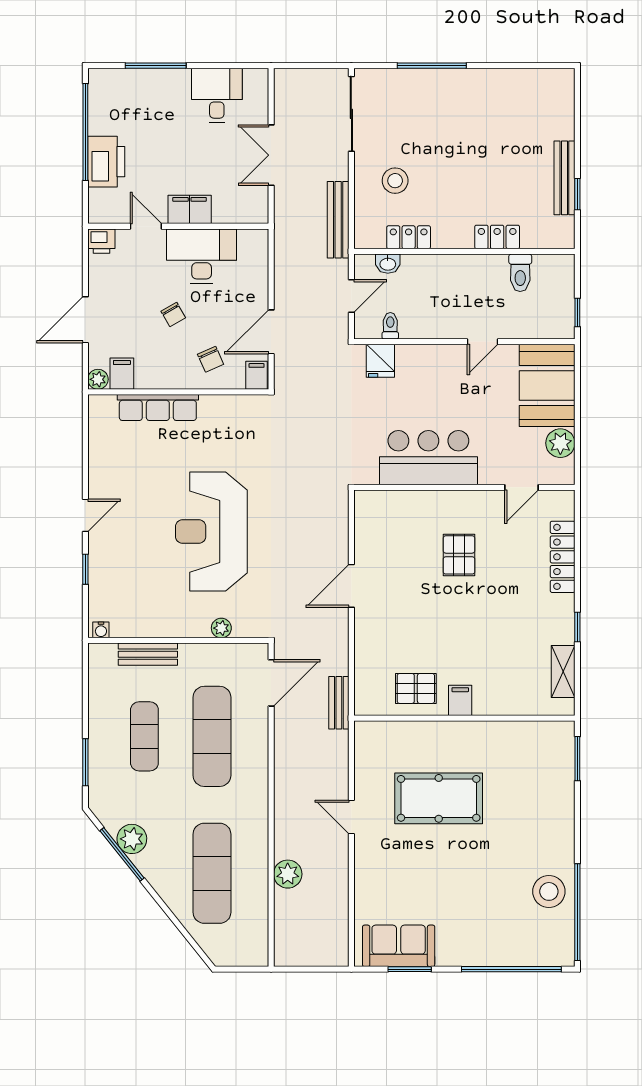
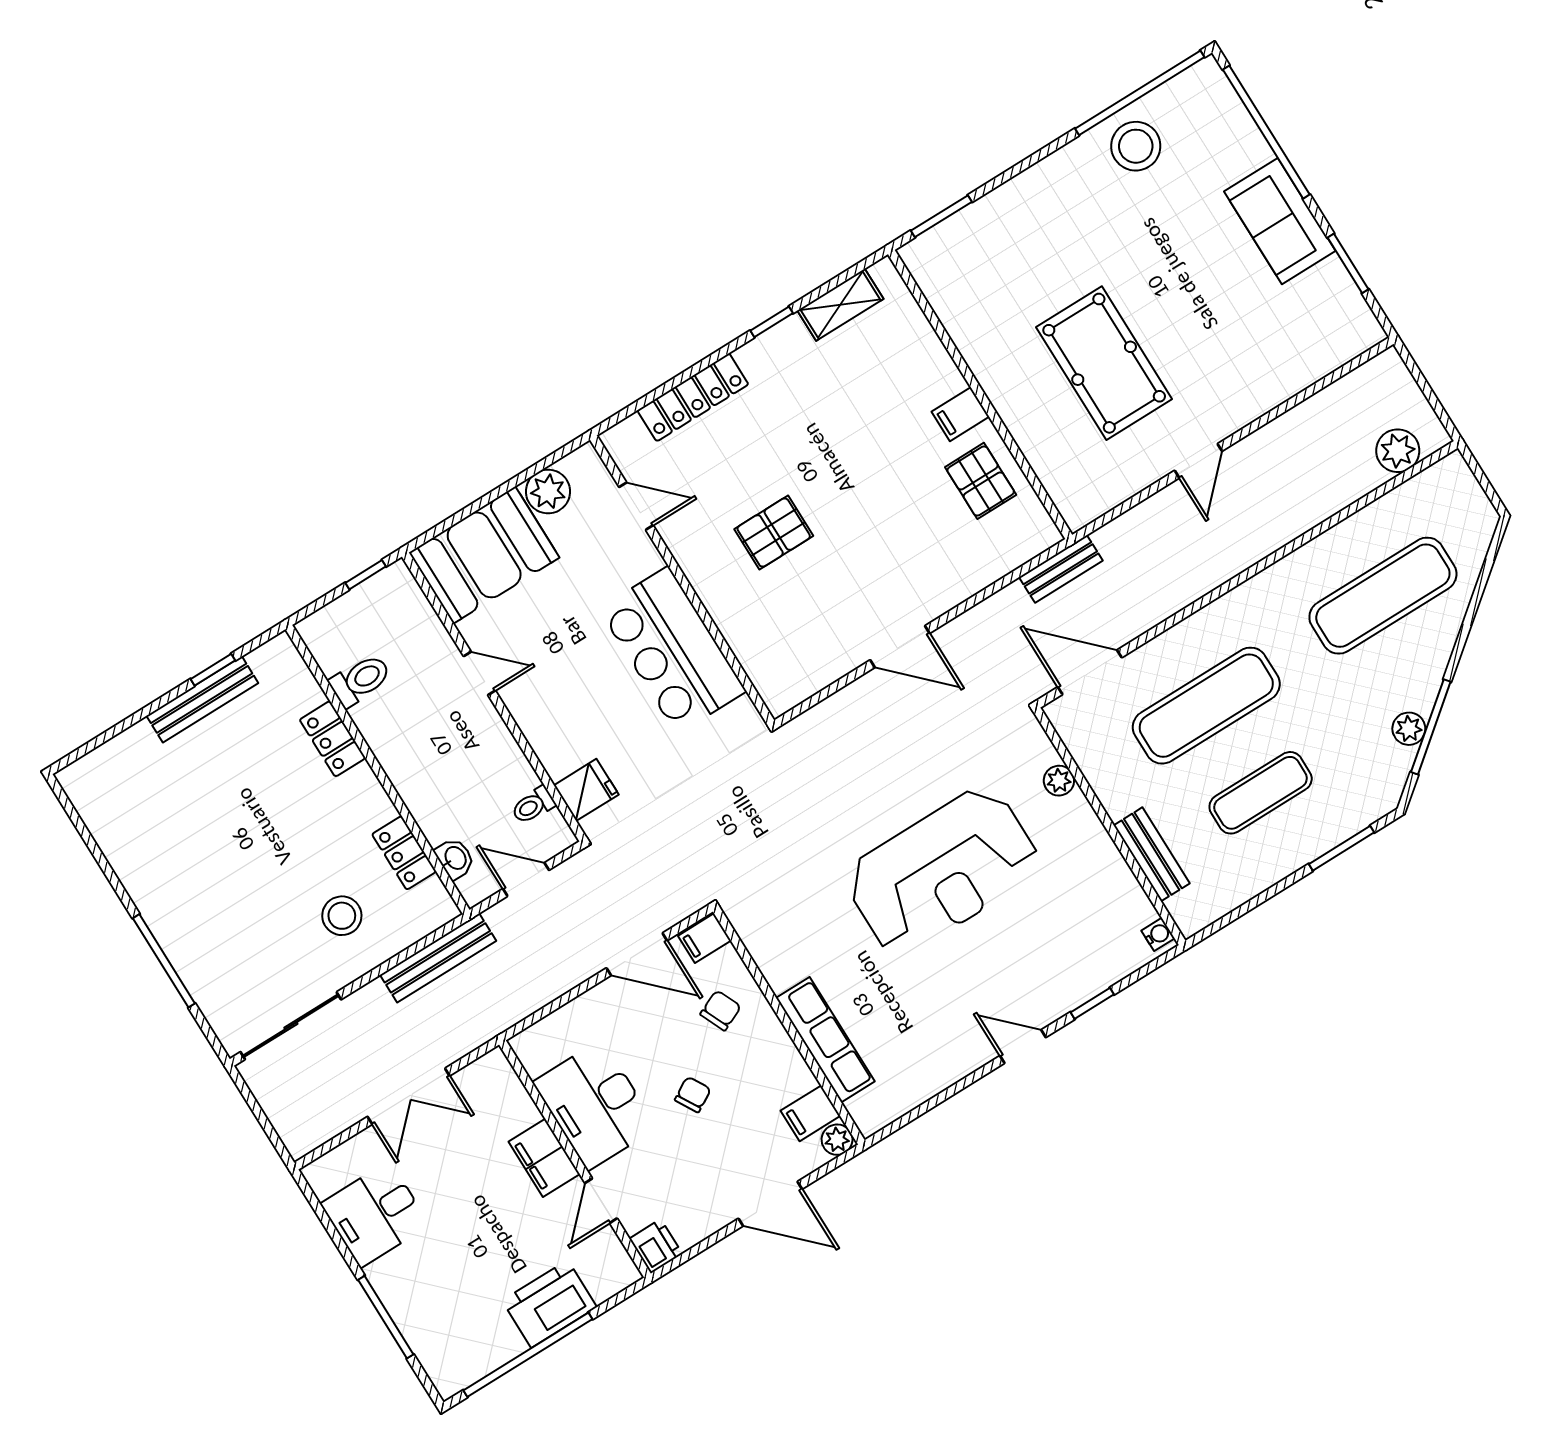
plant: (132, 839) -> (1409, 729), width x0.73, depth x0.73
plant: (288, 874) -> (1398, 451), moved
sofa: (399, 946) -> (1280, 221), moved

